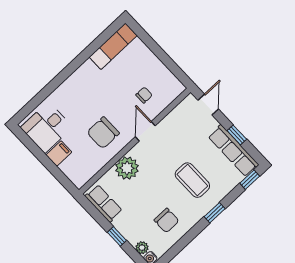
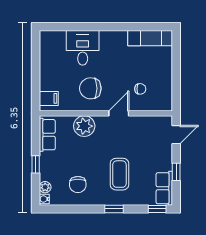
desk: (47, 127) -> (83, 48), moved, turned 90
row of seats: (233, 151) -> (164, 188), width x0.68
filing cabinet: (59, 153) -> (49, 98), moved

